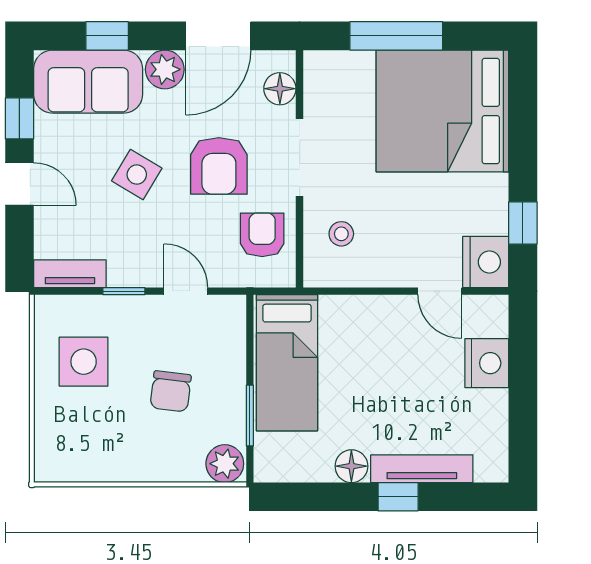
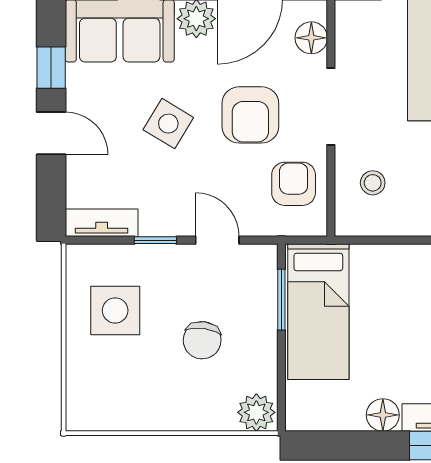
window: (250, 415) -> (281, 300), moved

